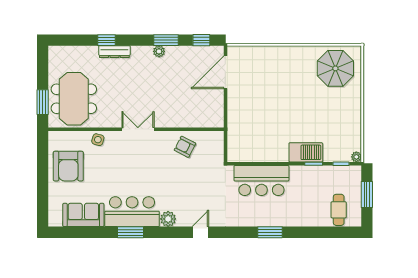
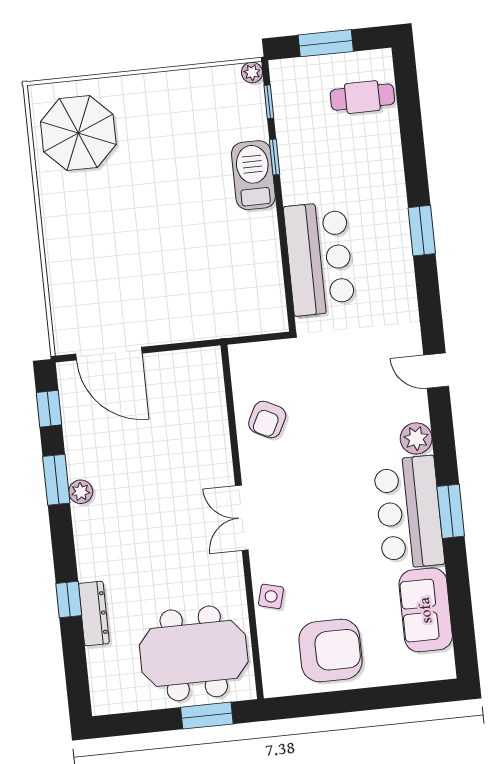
dresser: (114, 52) -> (94, 614), moved

